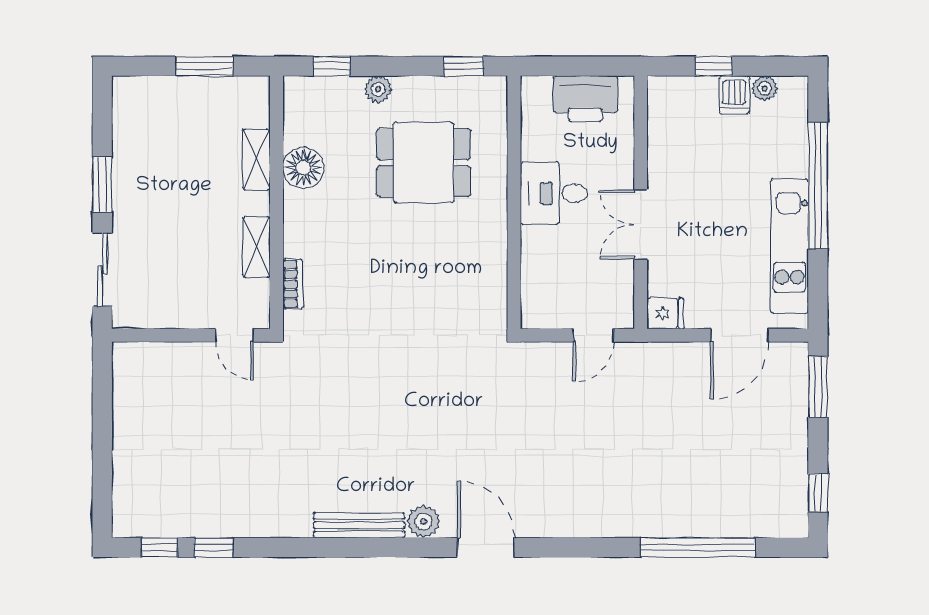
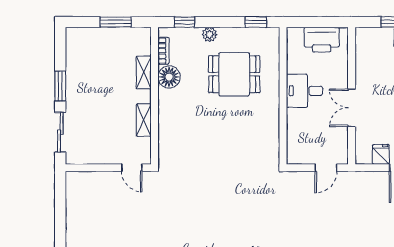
bookcase: (293, 284) -> (163, 51), moved
fridge: (665, 314) -> (381, 154), moved, turned -90

